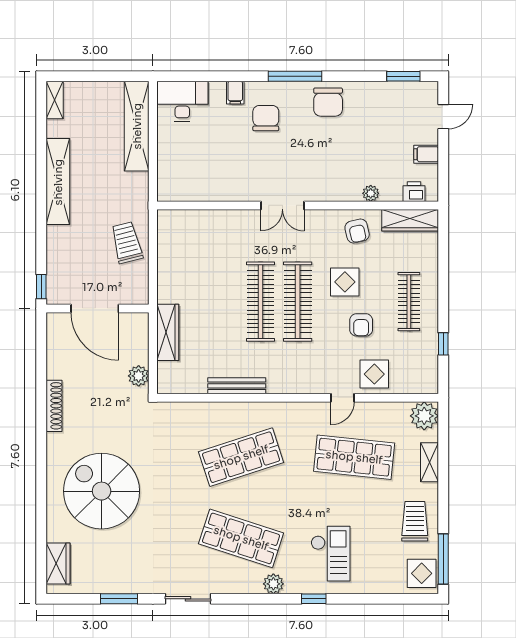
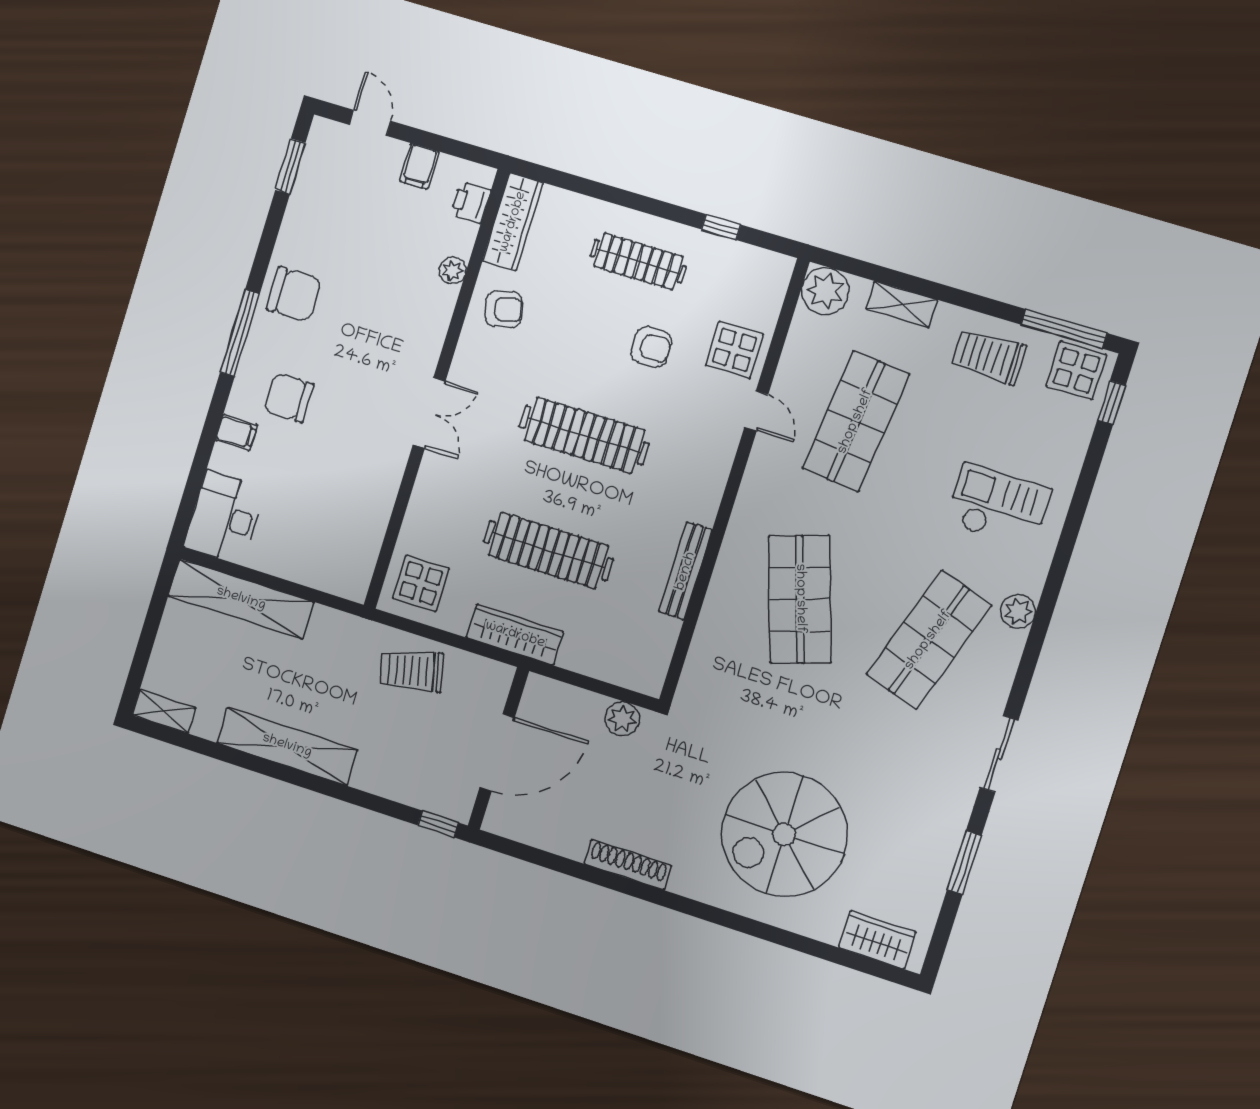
display table: (345, 282) -> (421, 583), moved
clothes rail: (260, 302) -> (548, 551), moved
wardrobe: (168, 332) -> (515, 635), moved
window: (314, 599) -> (1112, 403), moved

